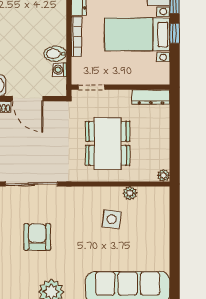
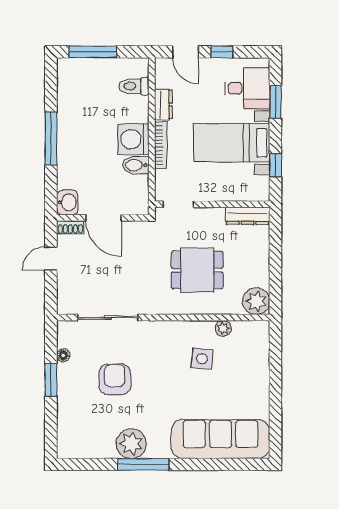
window: (175, 33) -> (275, 165), moved
washing machine: (59, 70) -> (133, 139), moved, width x1.89, depth x1.89
dining table: (108, 143) -> (197, 270), width x0.73
plant: (164, 175) -> (256, 301), width x1.88, depth x1.88

